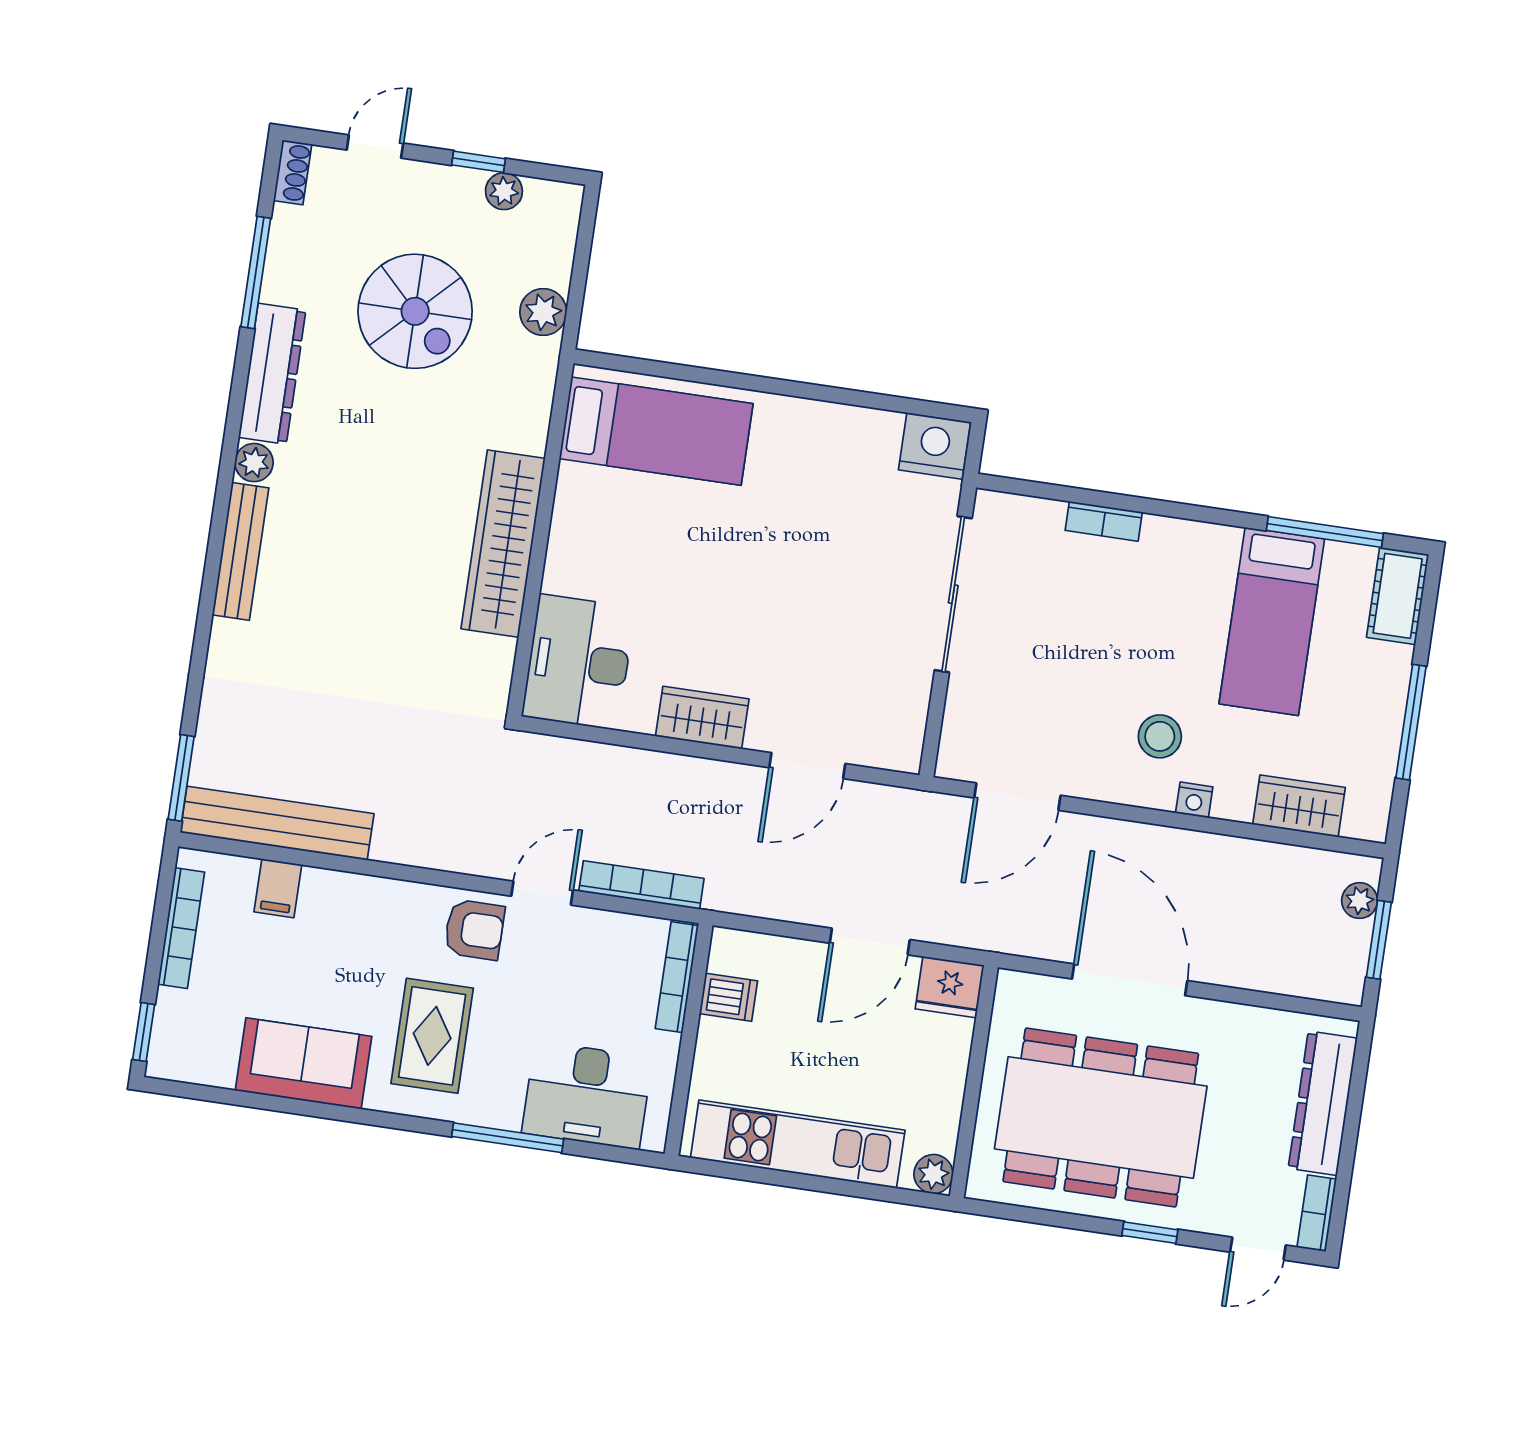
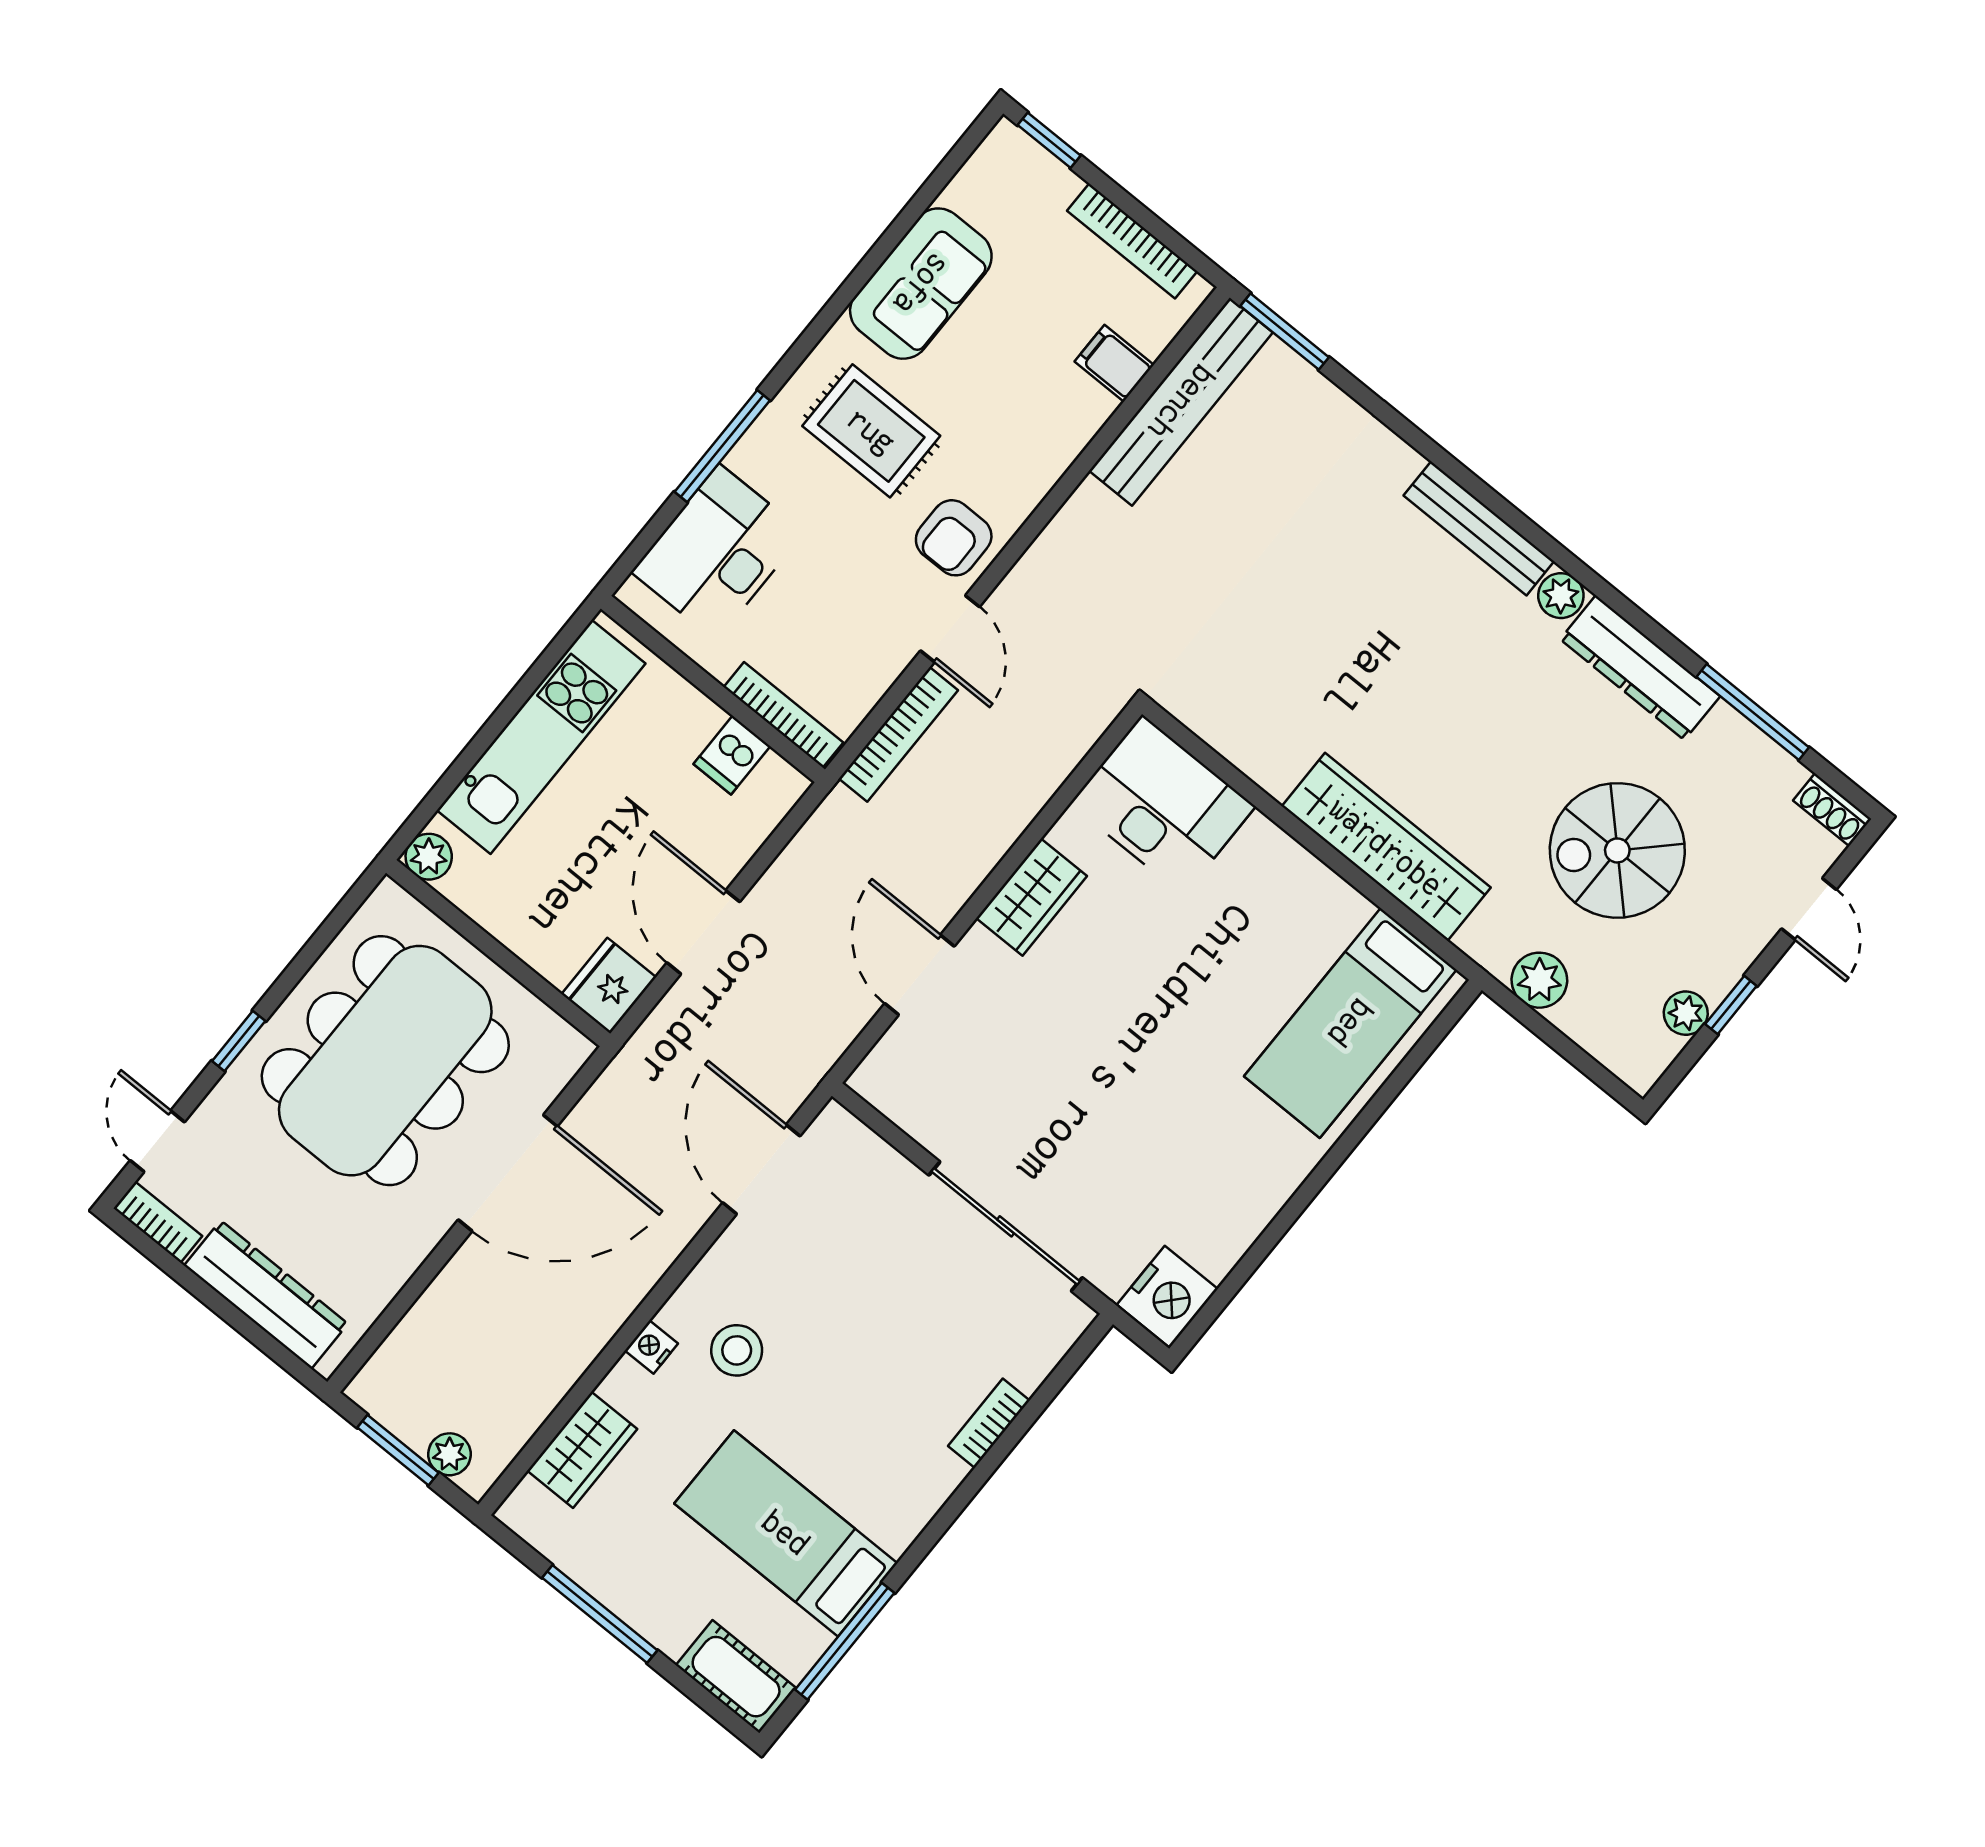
wardrobe: (503, 544) -> (1386, 847), moved

